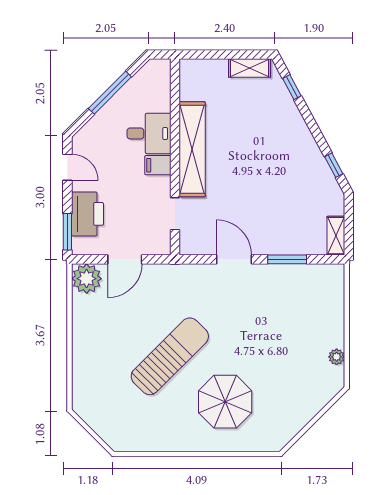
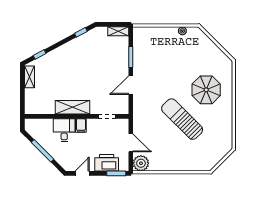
shelving: (192, 149) -> (73, 107), width x0.68

